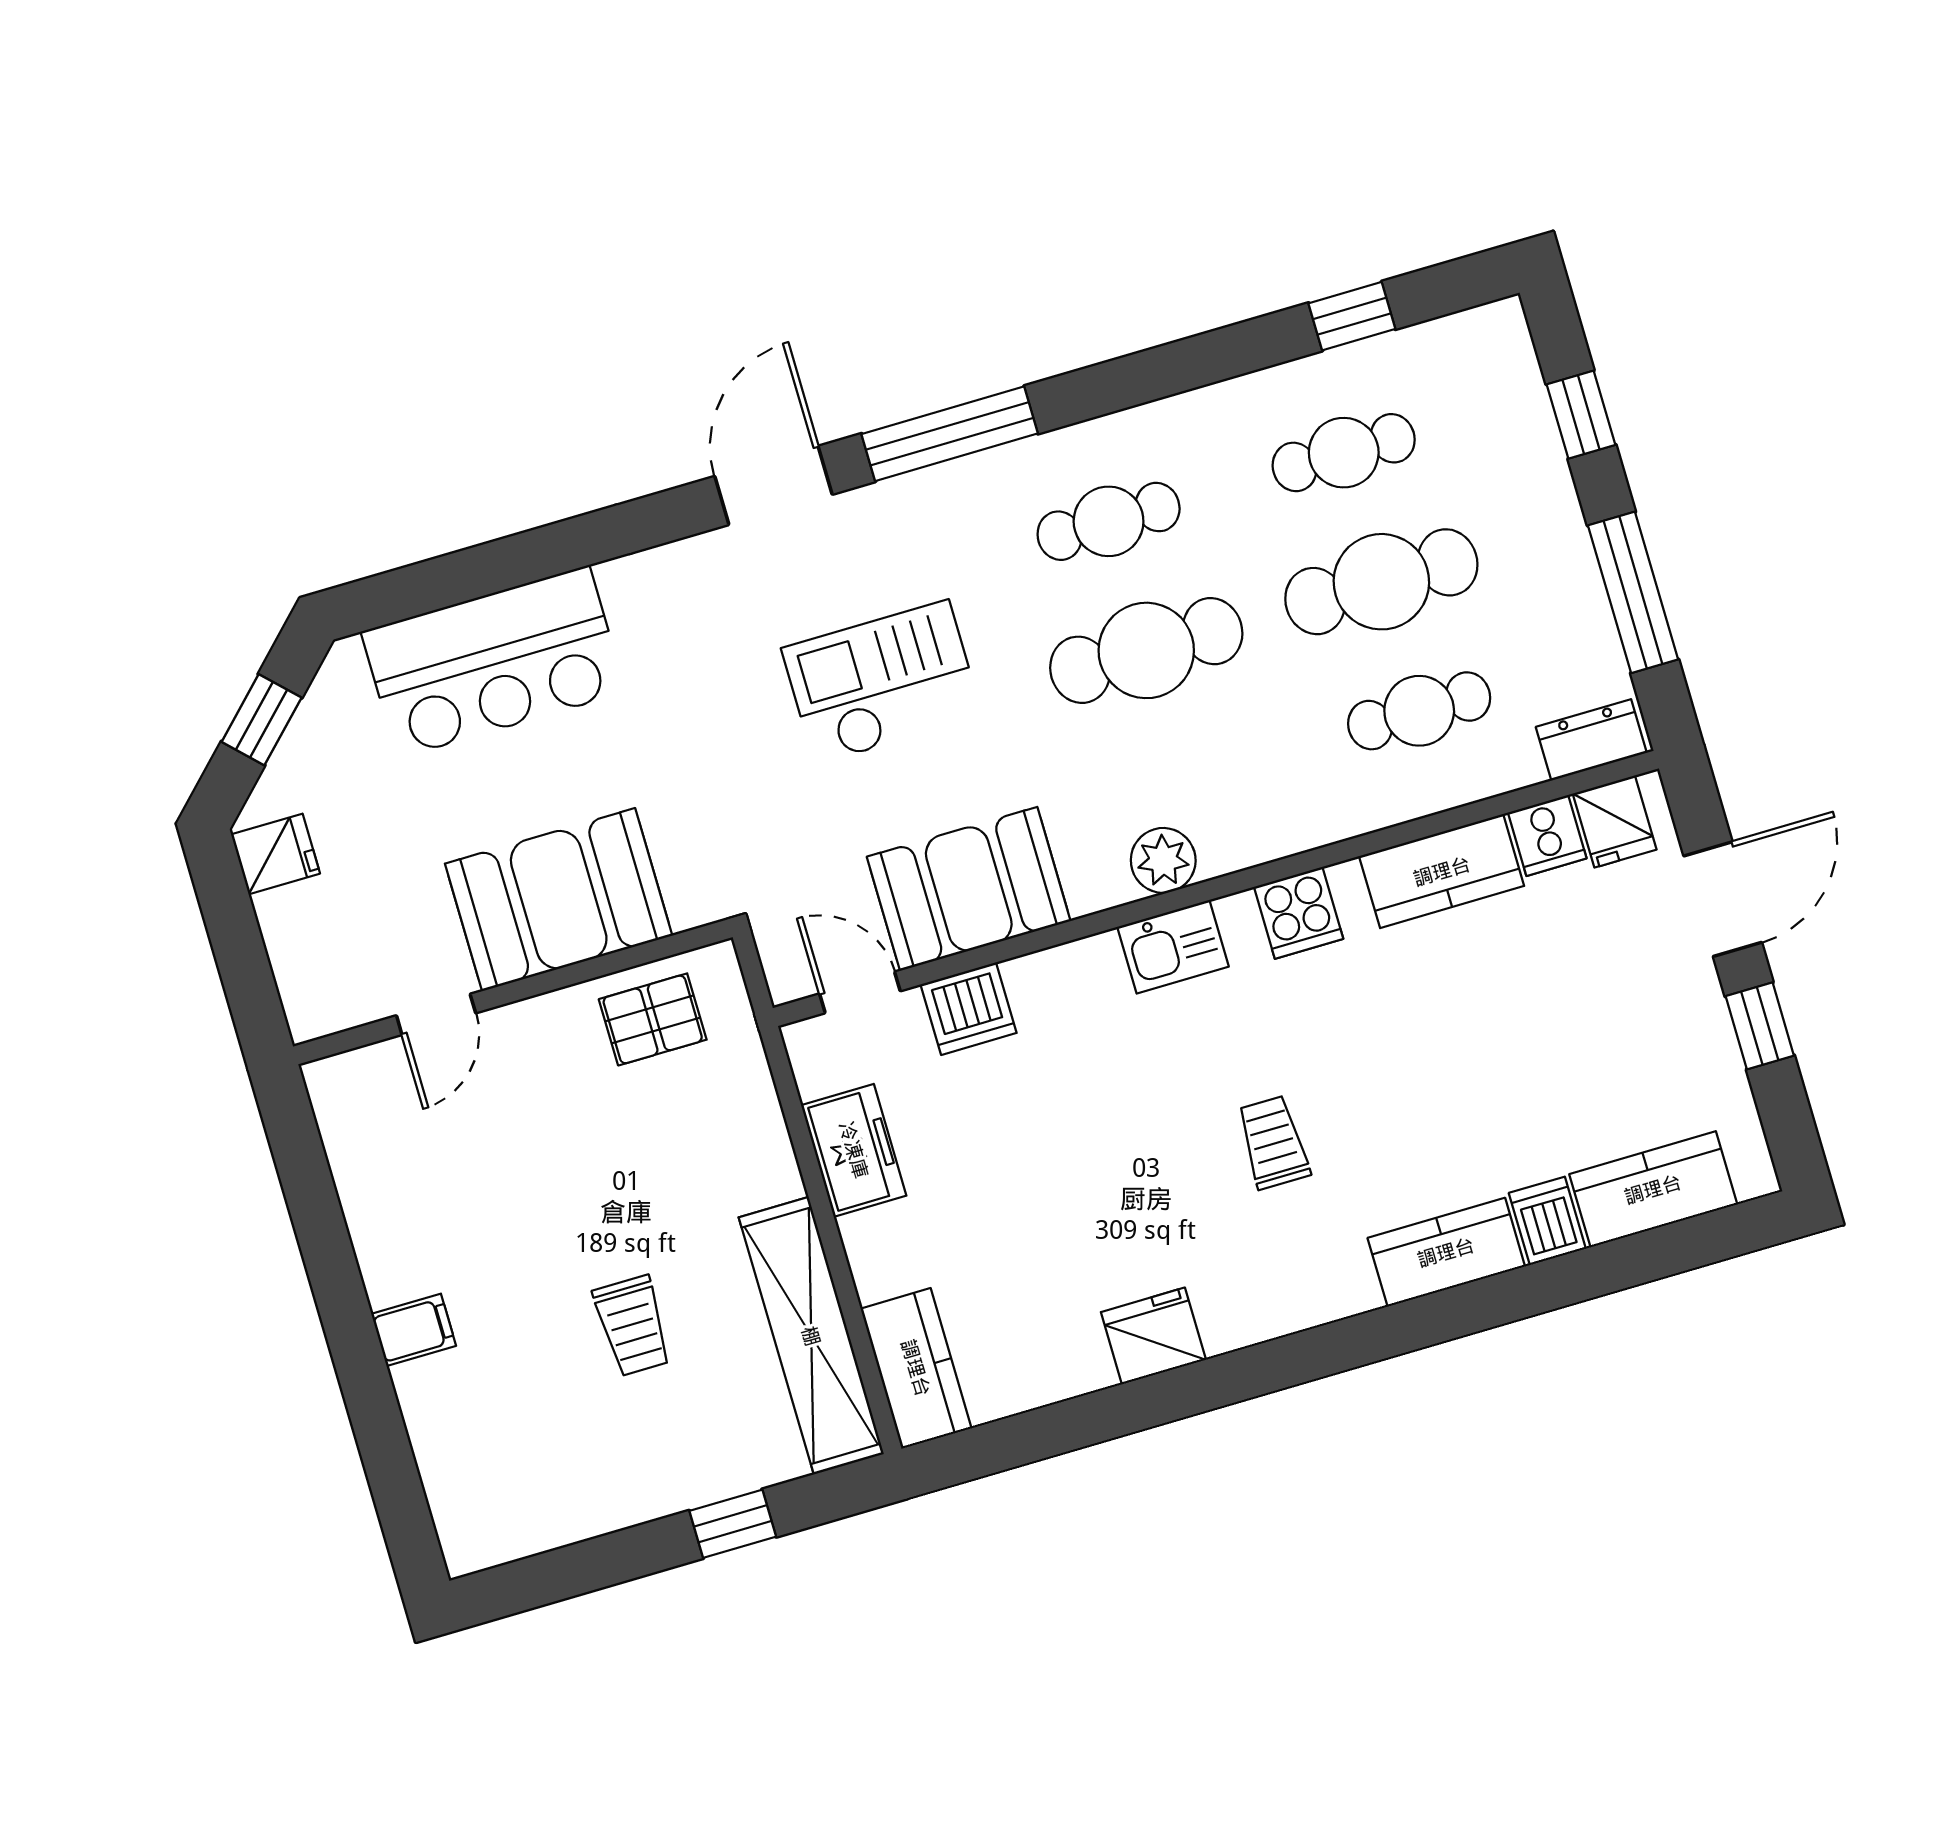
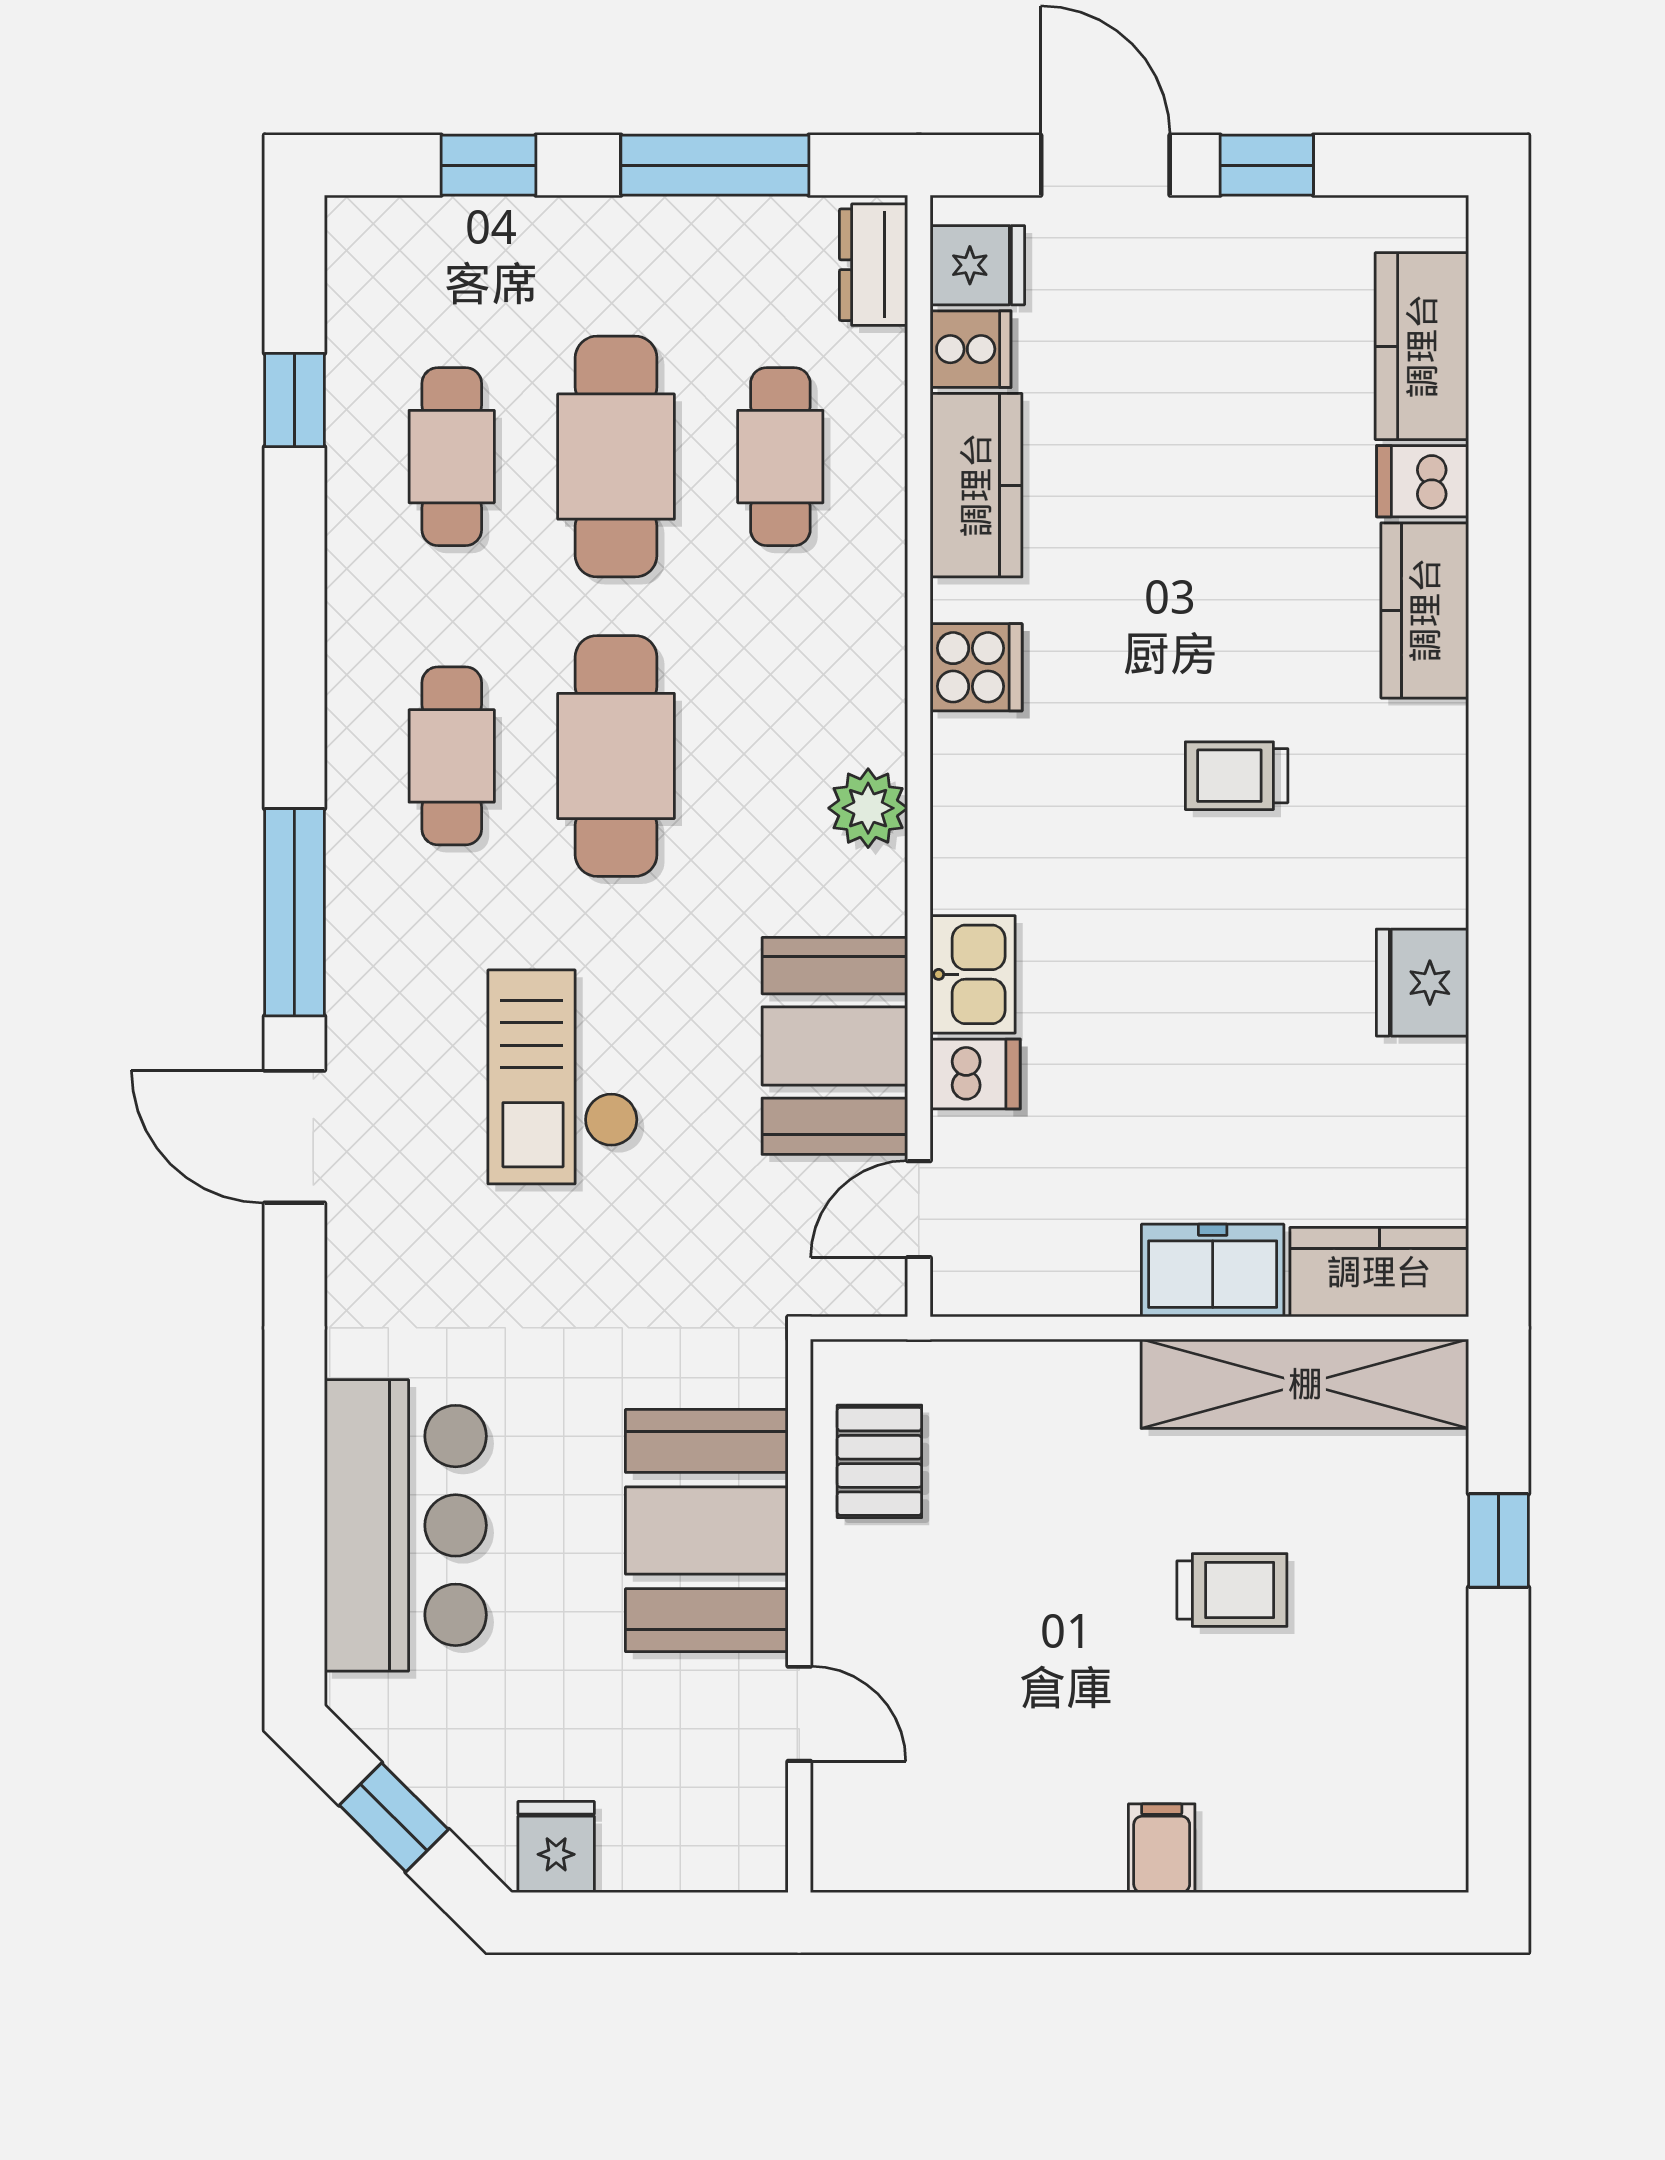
kitchen sink: (1173, 947) -> (973, 974), moved
dishwasher: (969, 1009) -> (975, 1074), width x0.73
freezer: (854, 1150) -> (1213, 1270), moved

